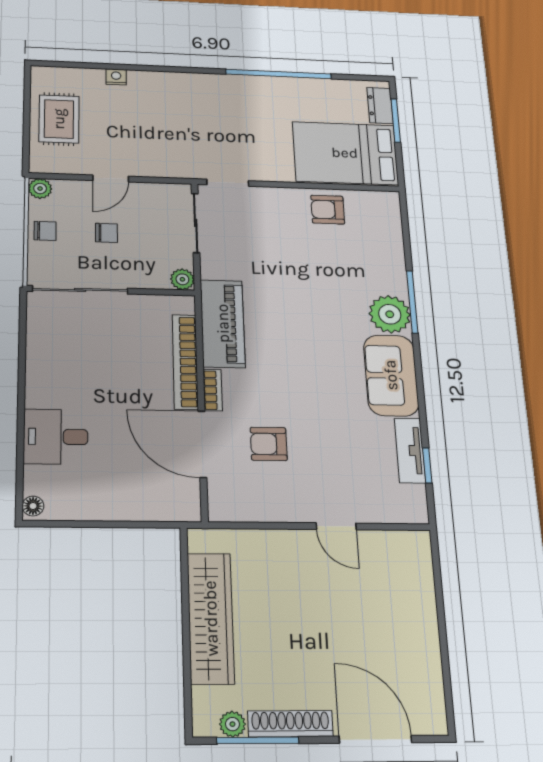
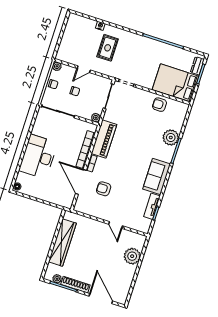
rug: (59, 119) -> (108, 48), moved
plant: (390, 314) -> (171, 137), moved
desk: (56, 437) -> (38, 157), width x1.87, depth x1.30
plant: (413, 594) -> (132, 256), added

